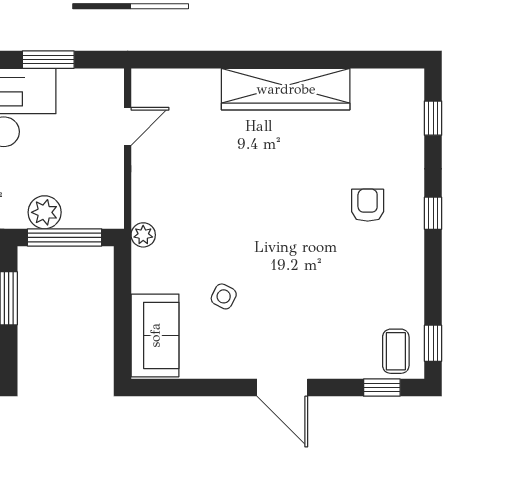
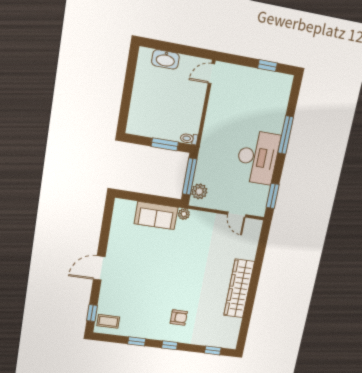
window: (48, 60) -> (273, 196), moved
plant: (45, 212) -> (199, 191), moved
side table: (224, 296) -> (148, 247), removed
sofa: (155, 335) -> (156, 216), moved
window: (433, 343) -> (137, 341), moved

